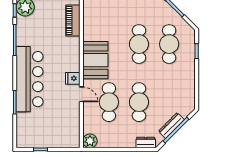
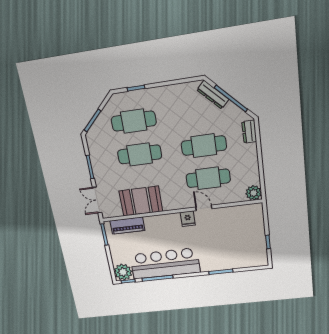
booth: (95, 60) -> (141, 201), moved
bar counter: (30, 79) -> (165, 264), moved
door: (81, 94) -> (204, 208), hinge flipped
dresser: (171, 125) -> (213, 95), moved

